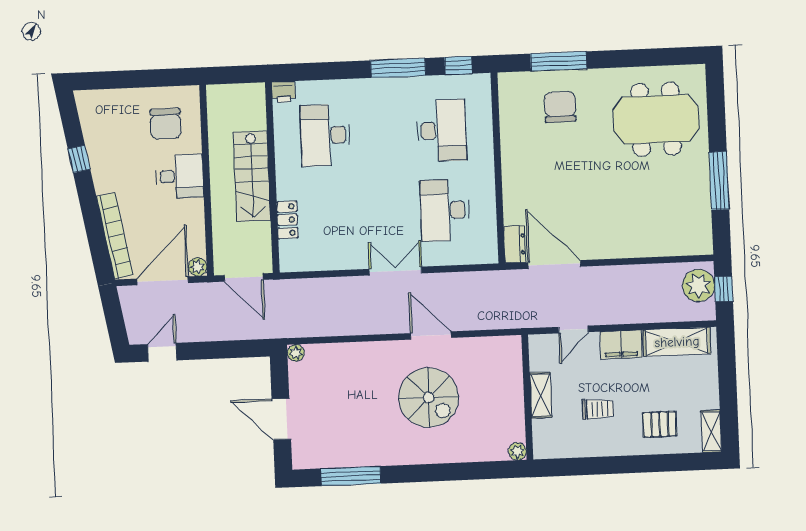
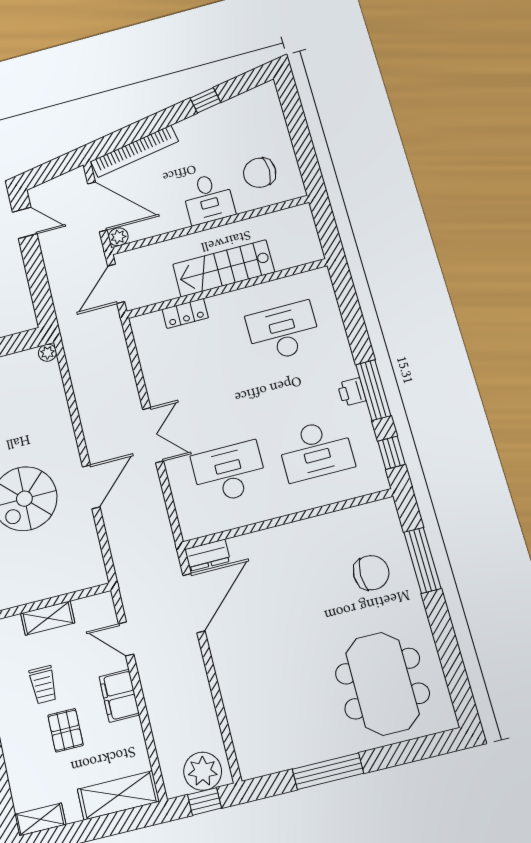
printer: (283, 92) -> (352, 392), moved
shelving: (677, 342) -> (118, 795), moved, turned 90
pallet: (660, 424) -> (66, 730), moved

